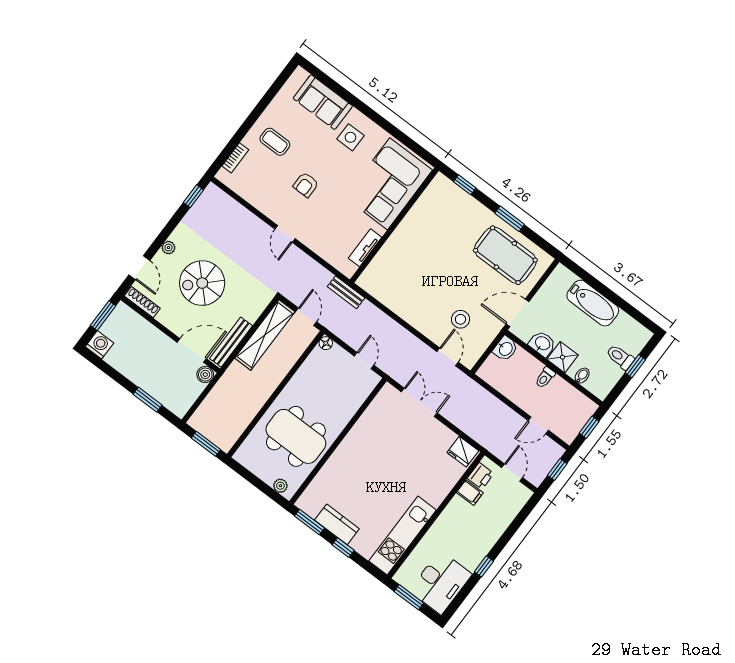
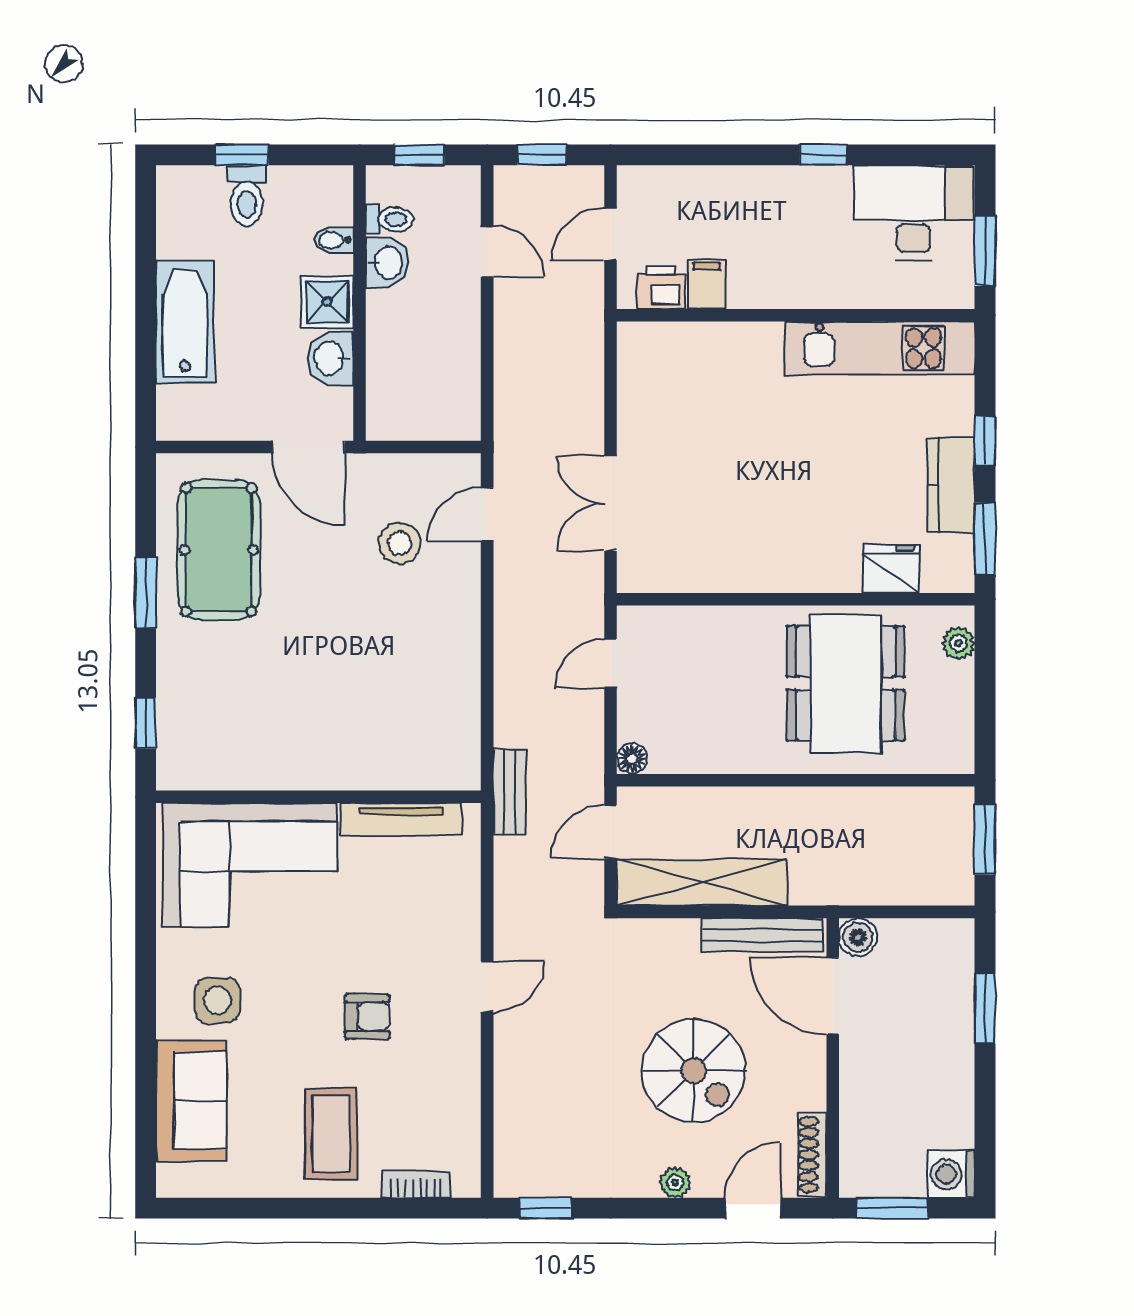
coffee table: (275, 142) -> (331, 1134), width x1.36, depth x1.30
tv unit: (365, 248) -> (401, 819), width x1.41
washbasin: (505, 349) -> (387, 263), moved, turned 90
toilet: (545, 378) -> (389, 219), moved
fridge: (463, 452) -> (891, 569), moved, turned -90

